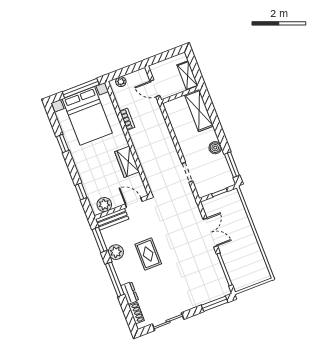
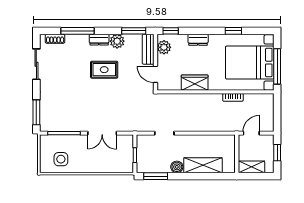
window: (164, 56) -> (277, 153), added
plant: (121, 82) -> (269, 105), removed
shelving: (199, 110) -> (203, 165), moved
dresser: (84, 174) -> (198, 40), added
window: (81, 191) -> (171, 31), moved
door: (134, 203) -> (155, 74), swing flipped
side table: (251, 263) -> (61, 159), added
window: (115, 279) -> (77, 31), moved
dresser: (130, 293) -> (99, 40), moved

